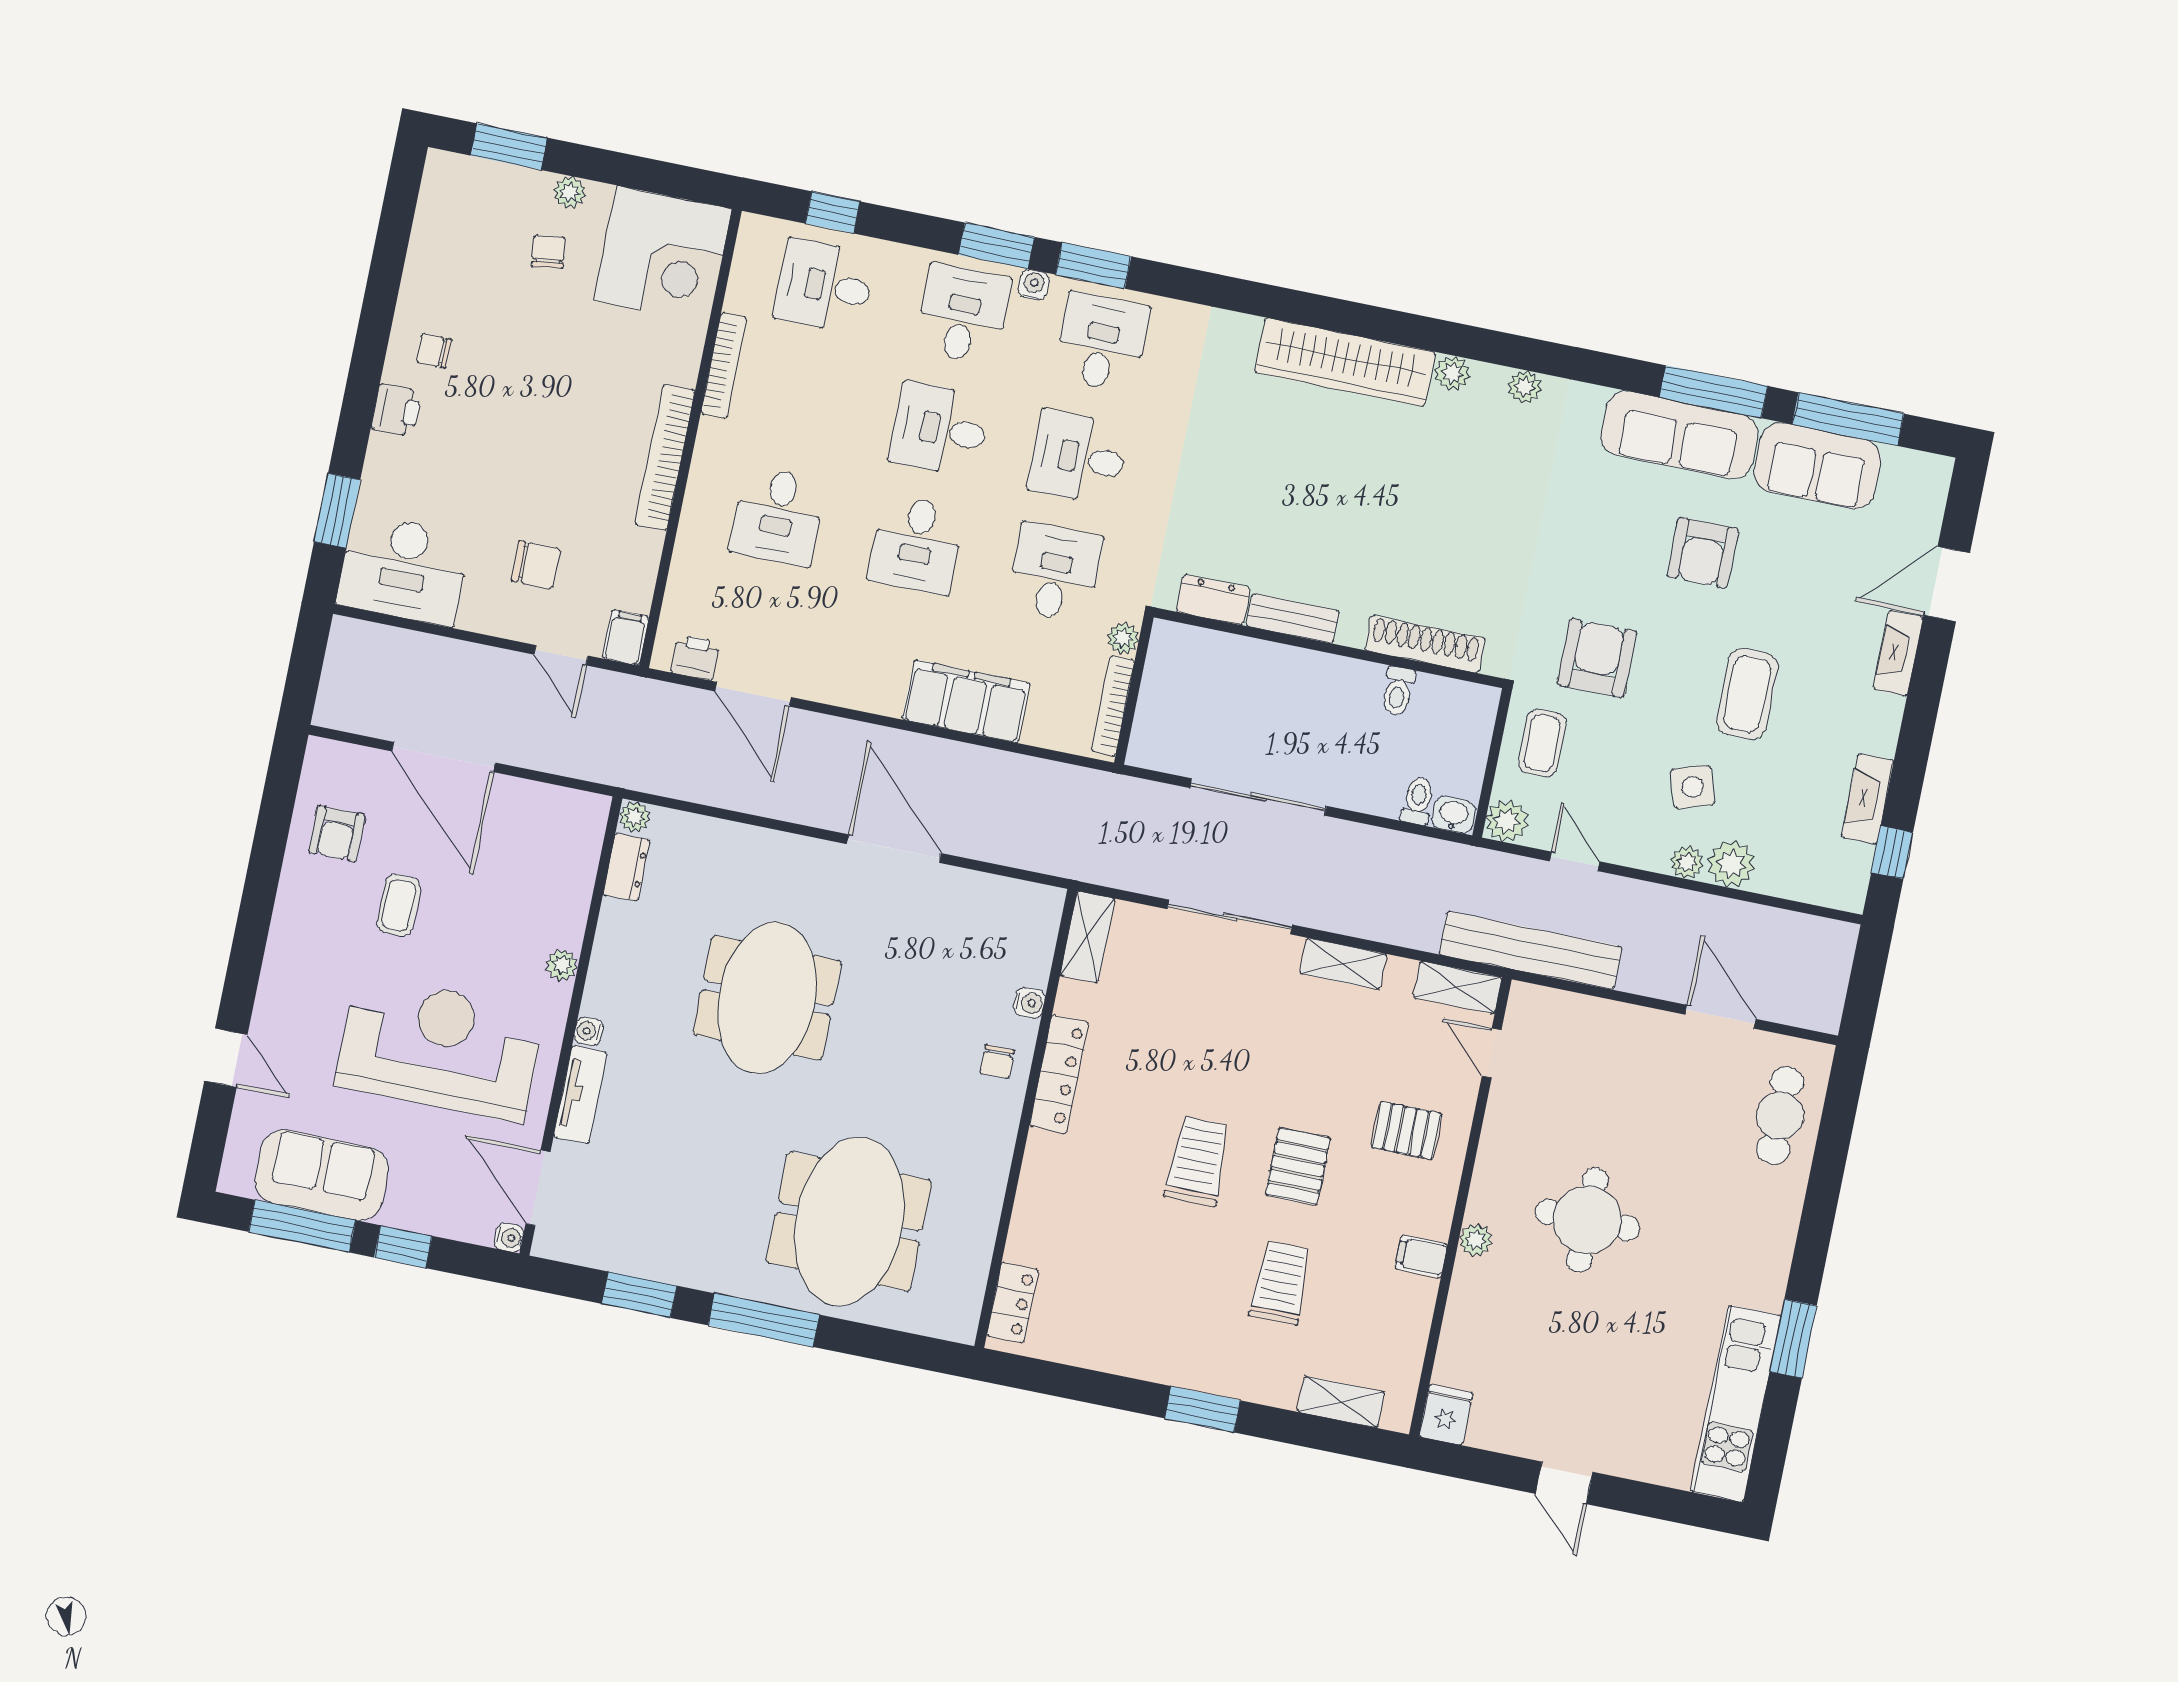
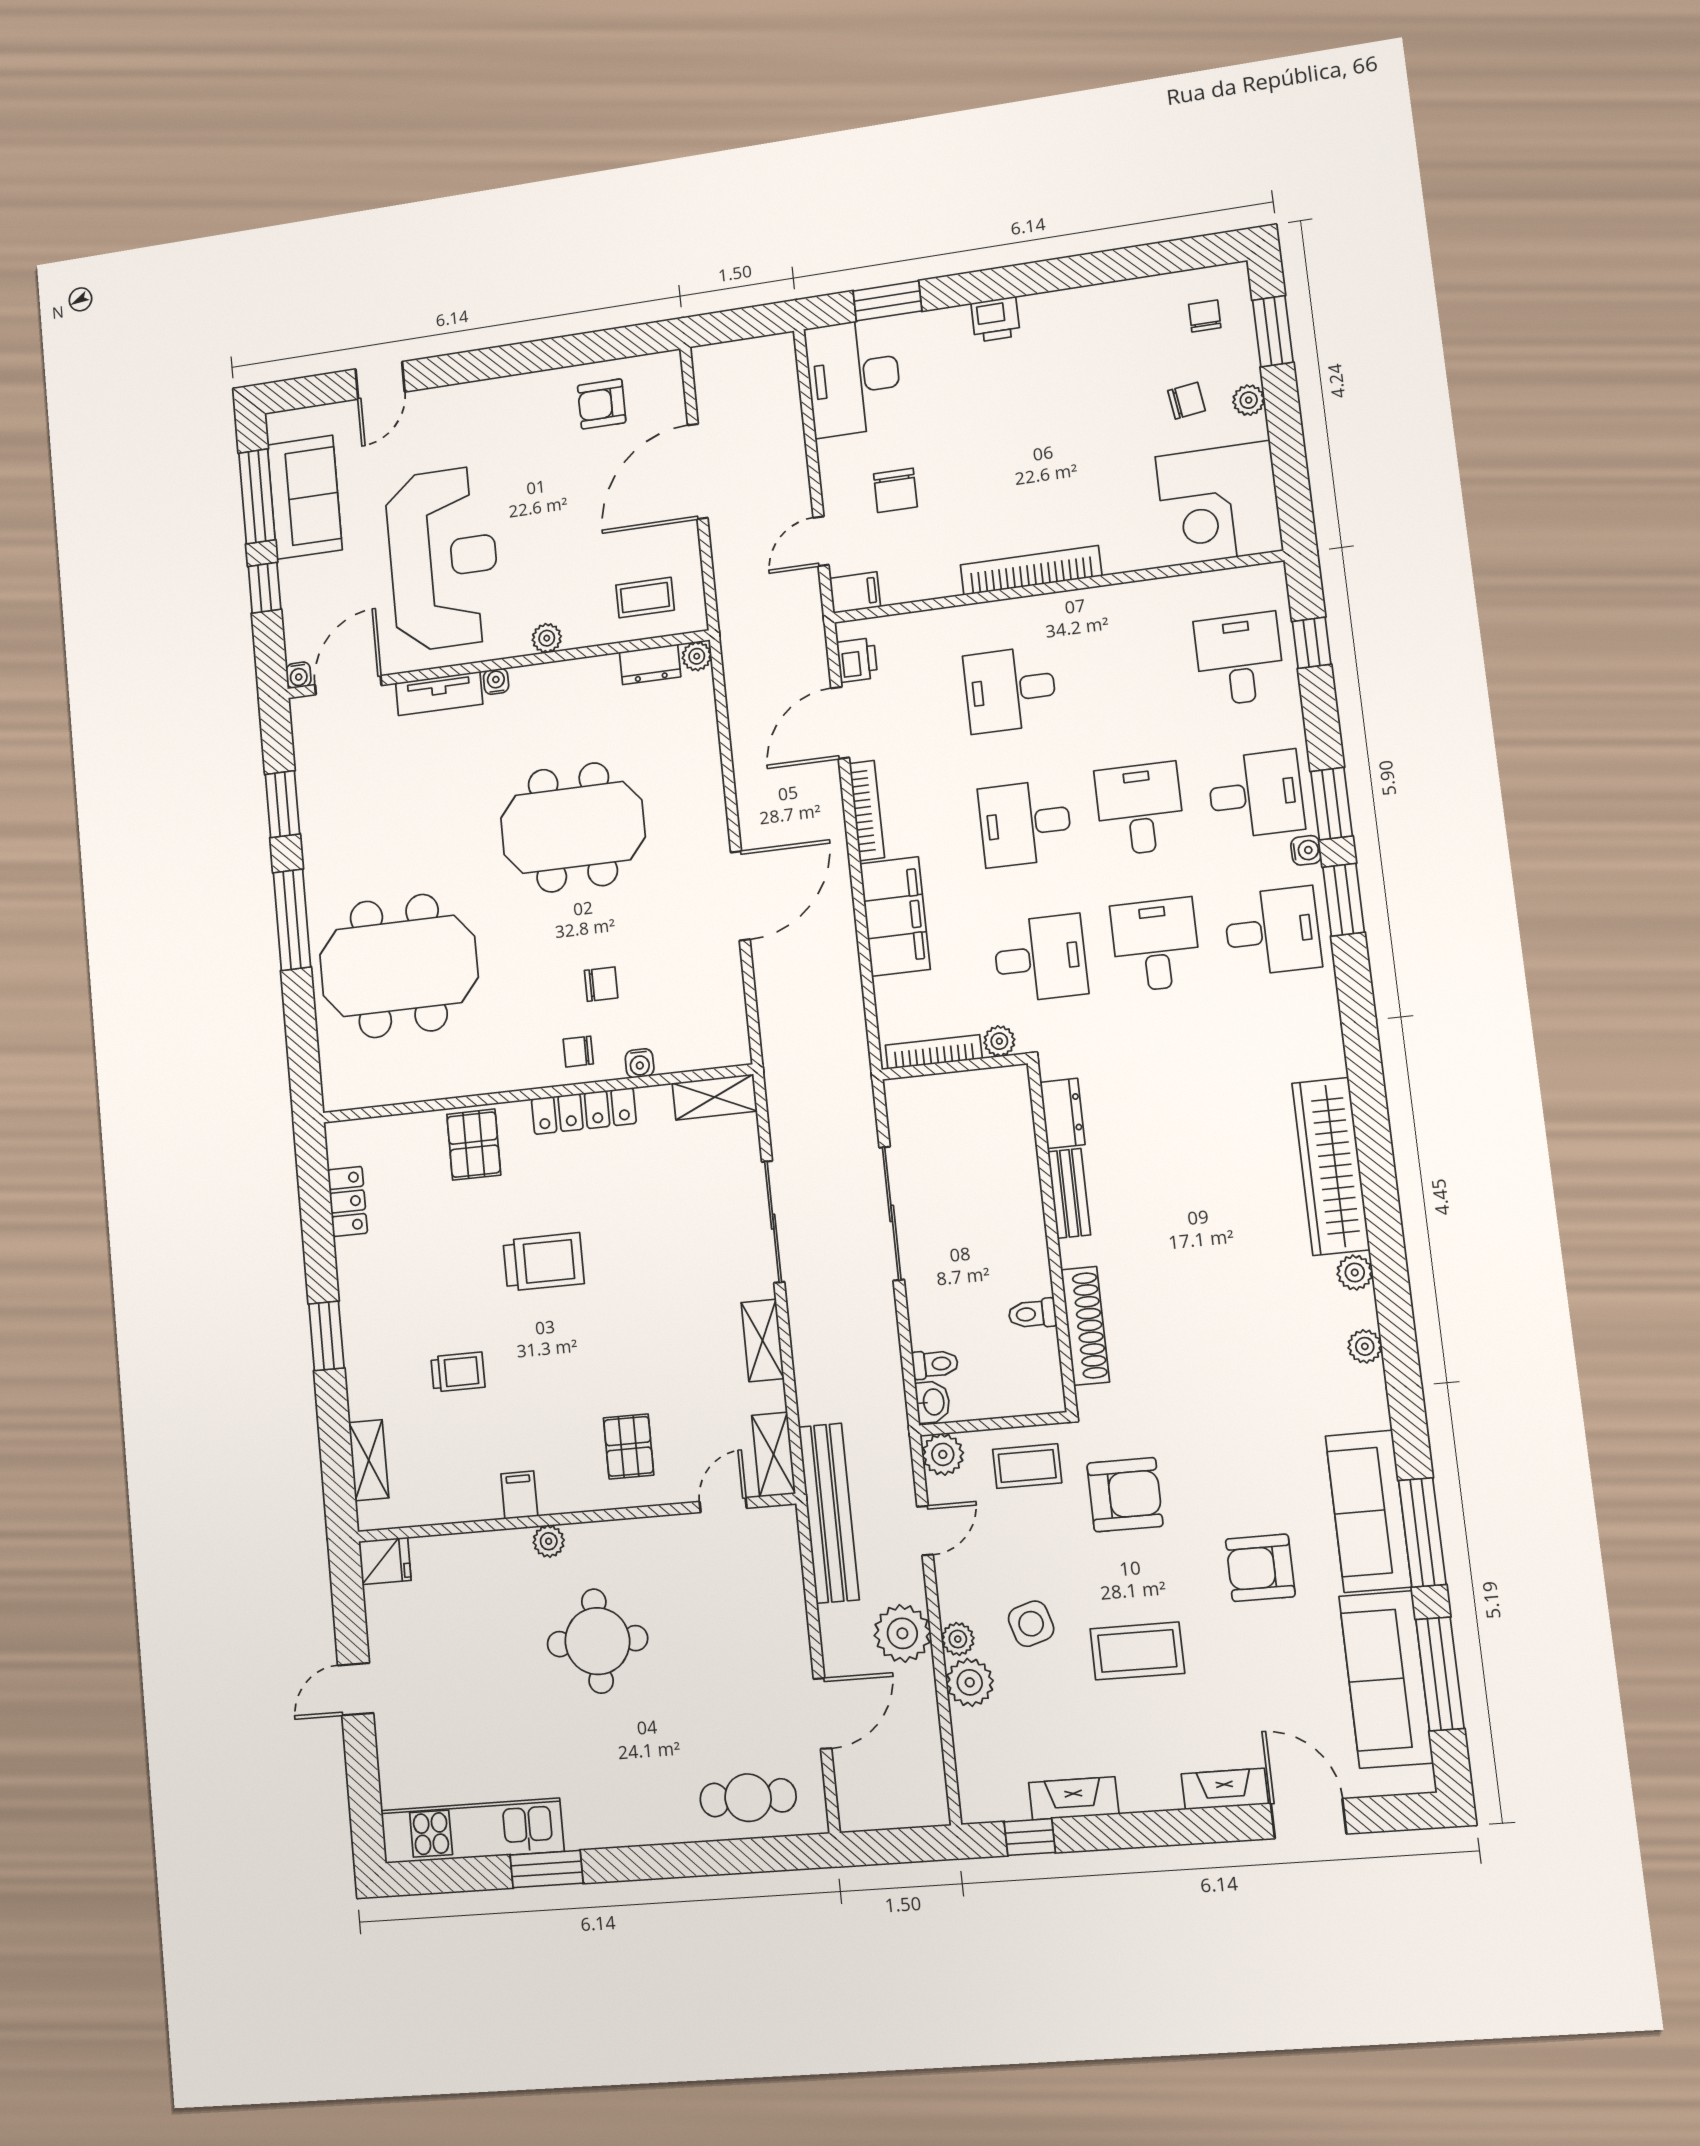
chair: (434, 351) -> (1205, 316), moved
bookcase: (724, 366) -> (867, 811), moved, turned -90
sofa: (1817, 466) -> (1386, 1679), width x1.36
coffee table: (399, 905) -> (645, 598), moved
plant: (1666, 915) -> (902, 1633), added
chair: (937, 1017) -> (601, 984), added
pallet: (1298, 1166) -> (474, 1145), moved, turned 90
trolley: (1281, 1283) -> (458, 1372), width x0.73, depth x0.72
locker: (1013, 1303) -> (348, 1201), moved, turned -90

